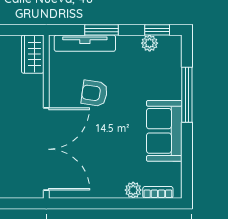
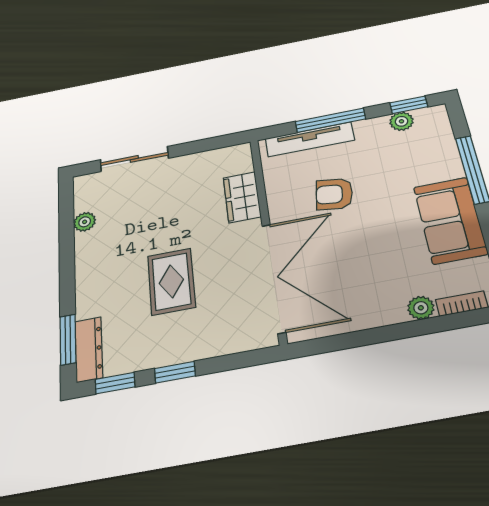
window: (102, 30) -> (330, 120), width x1.44
wardrobe: (33, 54) -> (242, 197), moved

